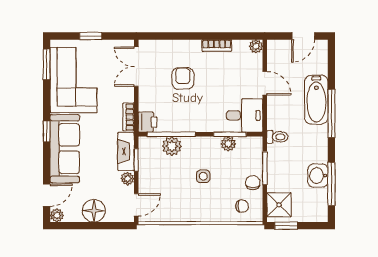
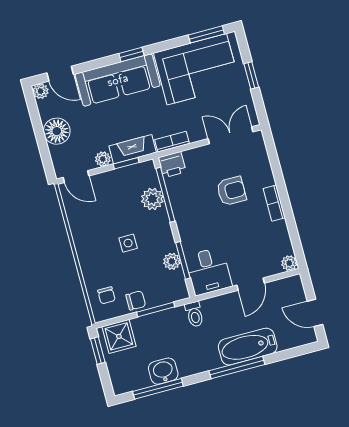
bookcase: (217, 45) -> (274, 203), moved

